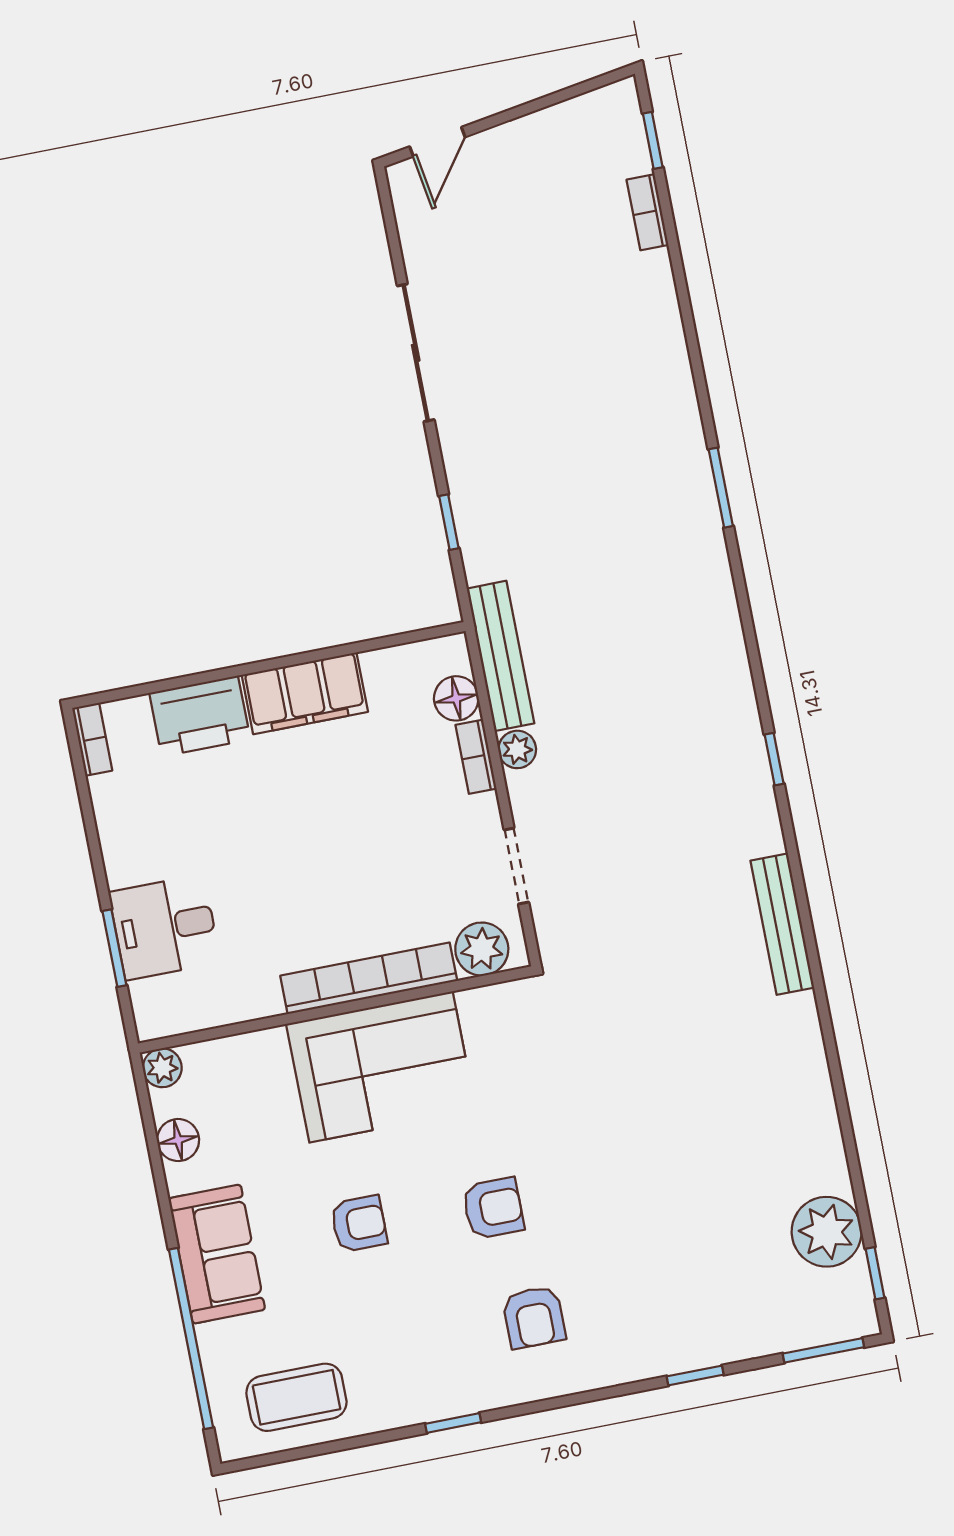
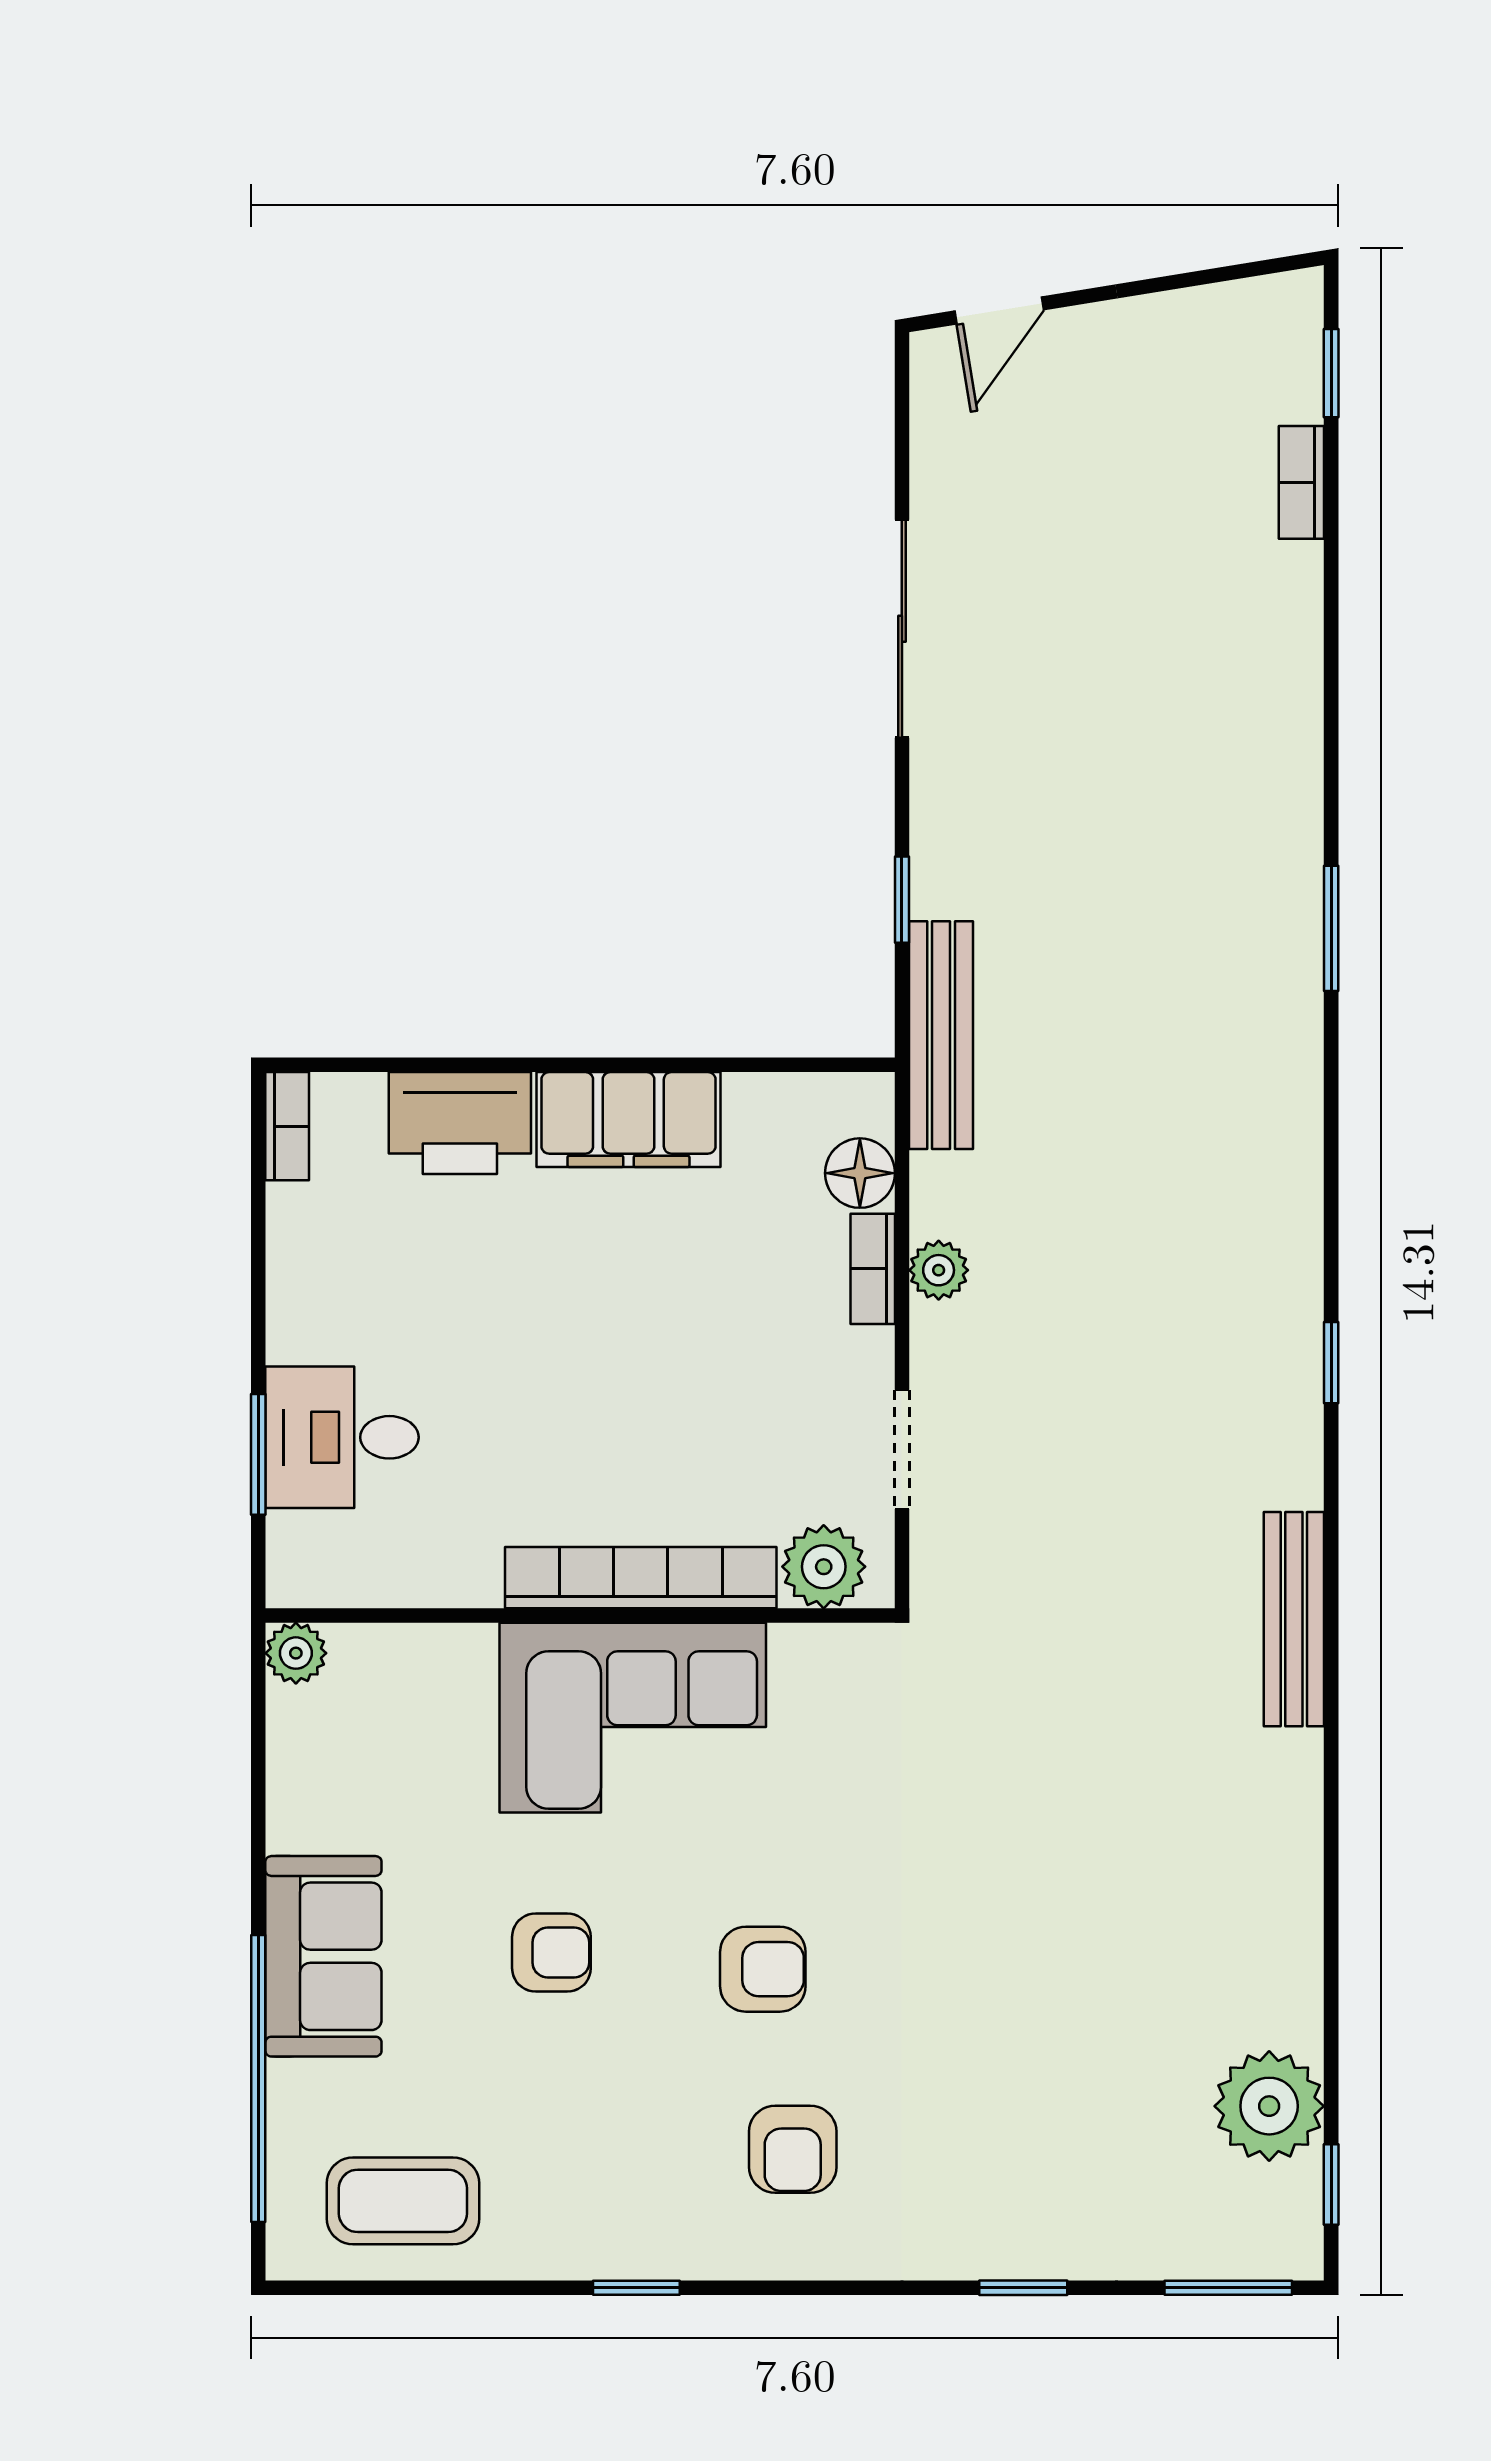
bench: (501, 656) -> (941, 1035), moved
floor lamp: (178, 1140) -> (298, 1769), removed

